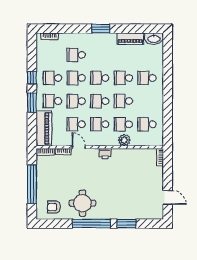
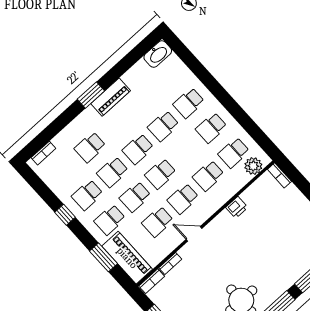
piano: (130, 39) -> (111, 97), moved
school desk: (123, 101) -> (211, 128), moved
window: (32, 103) -> (104, 257), moved
plant: (124, 140) -> (253, 166), moved
door: (79, 147) -> (194, 234), moved
printer: (105, 154) -> (237, 207), moved

